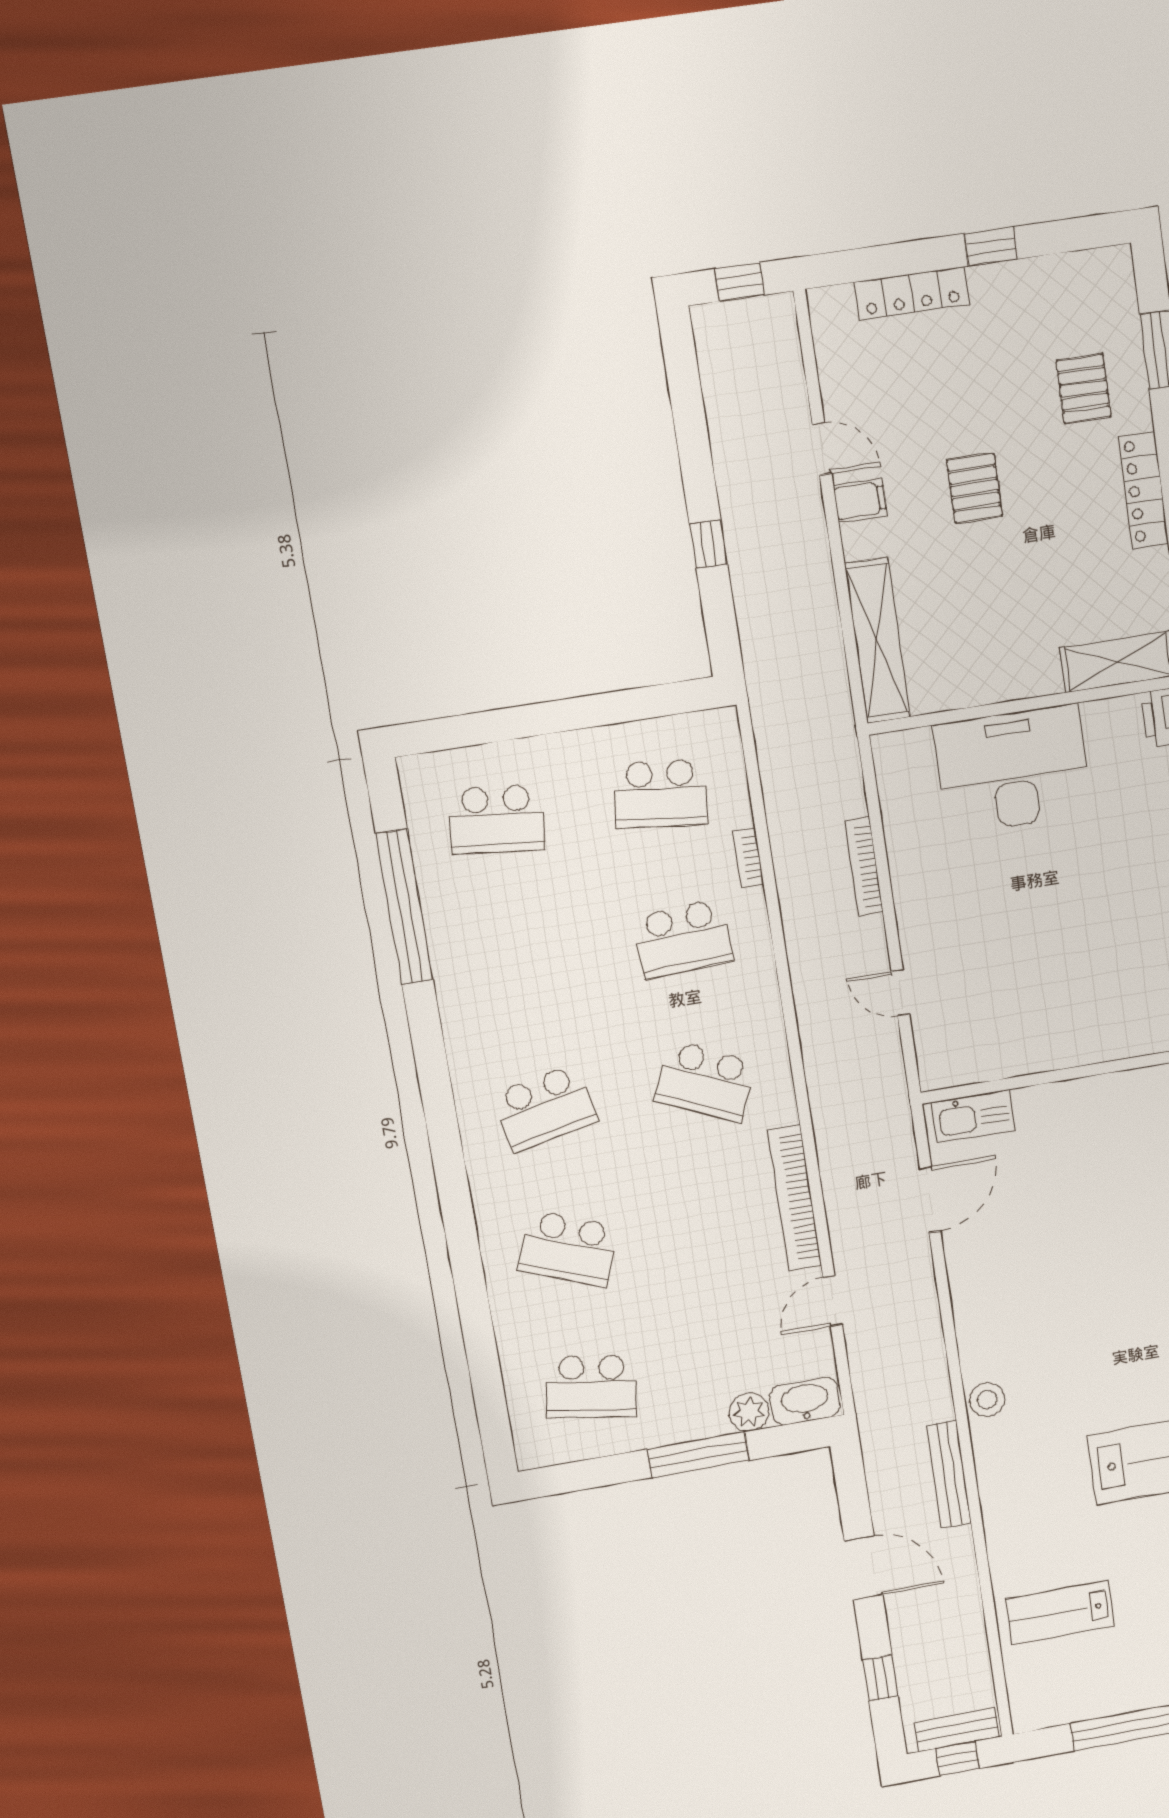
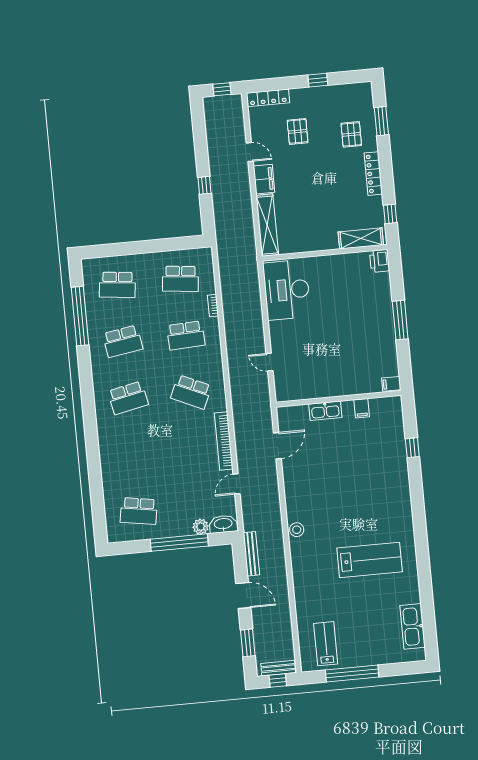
locker: (912, 293) -> (268, 98), moved
pallet: (974, 488) -> (298, 131), moved
filing cabinet: (860, 501) -> (264, 179), width x2.00
desk: (1013, 769) -> (287, 290), moved, turned -90
bookcase: (864, 867) -> (258, 312), removed
filing cabinet: (1135, 1091) -> (362, 408), added
kitchen sink: (973, 1116) -> (325, 411), moved
school desk: (568, 1248) -> (123, 341), moved, turned -30
window: (698, 1455) -> (179, 543), width x1.46
bench: (949, 1474) -> (251, 554), moved
lab bench: (1060, 1612) -> (326, 644), moved, turned 90
window: (880, 1678) -> (248, 643), width x1.50

